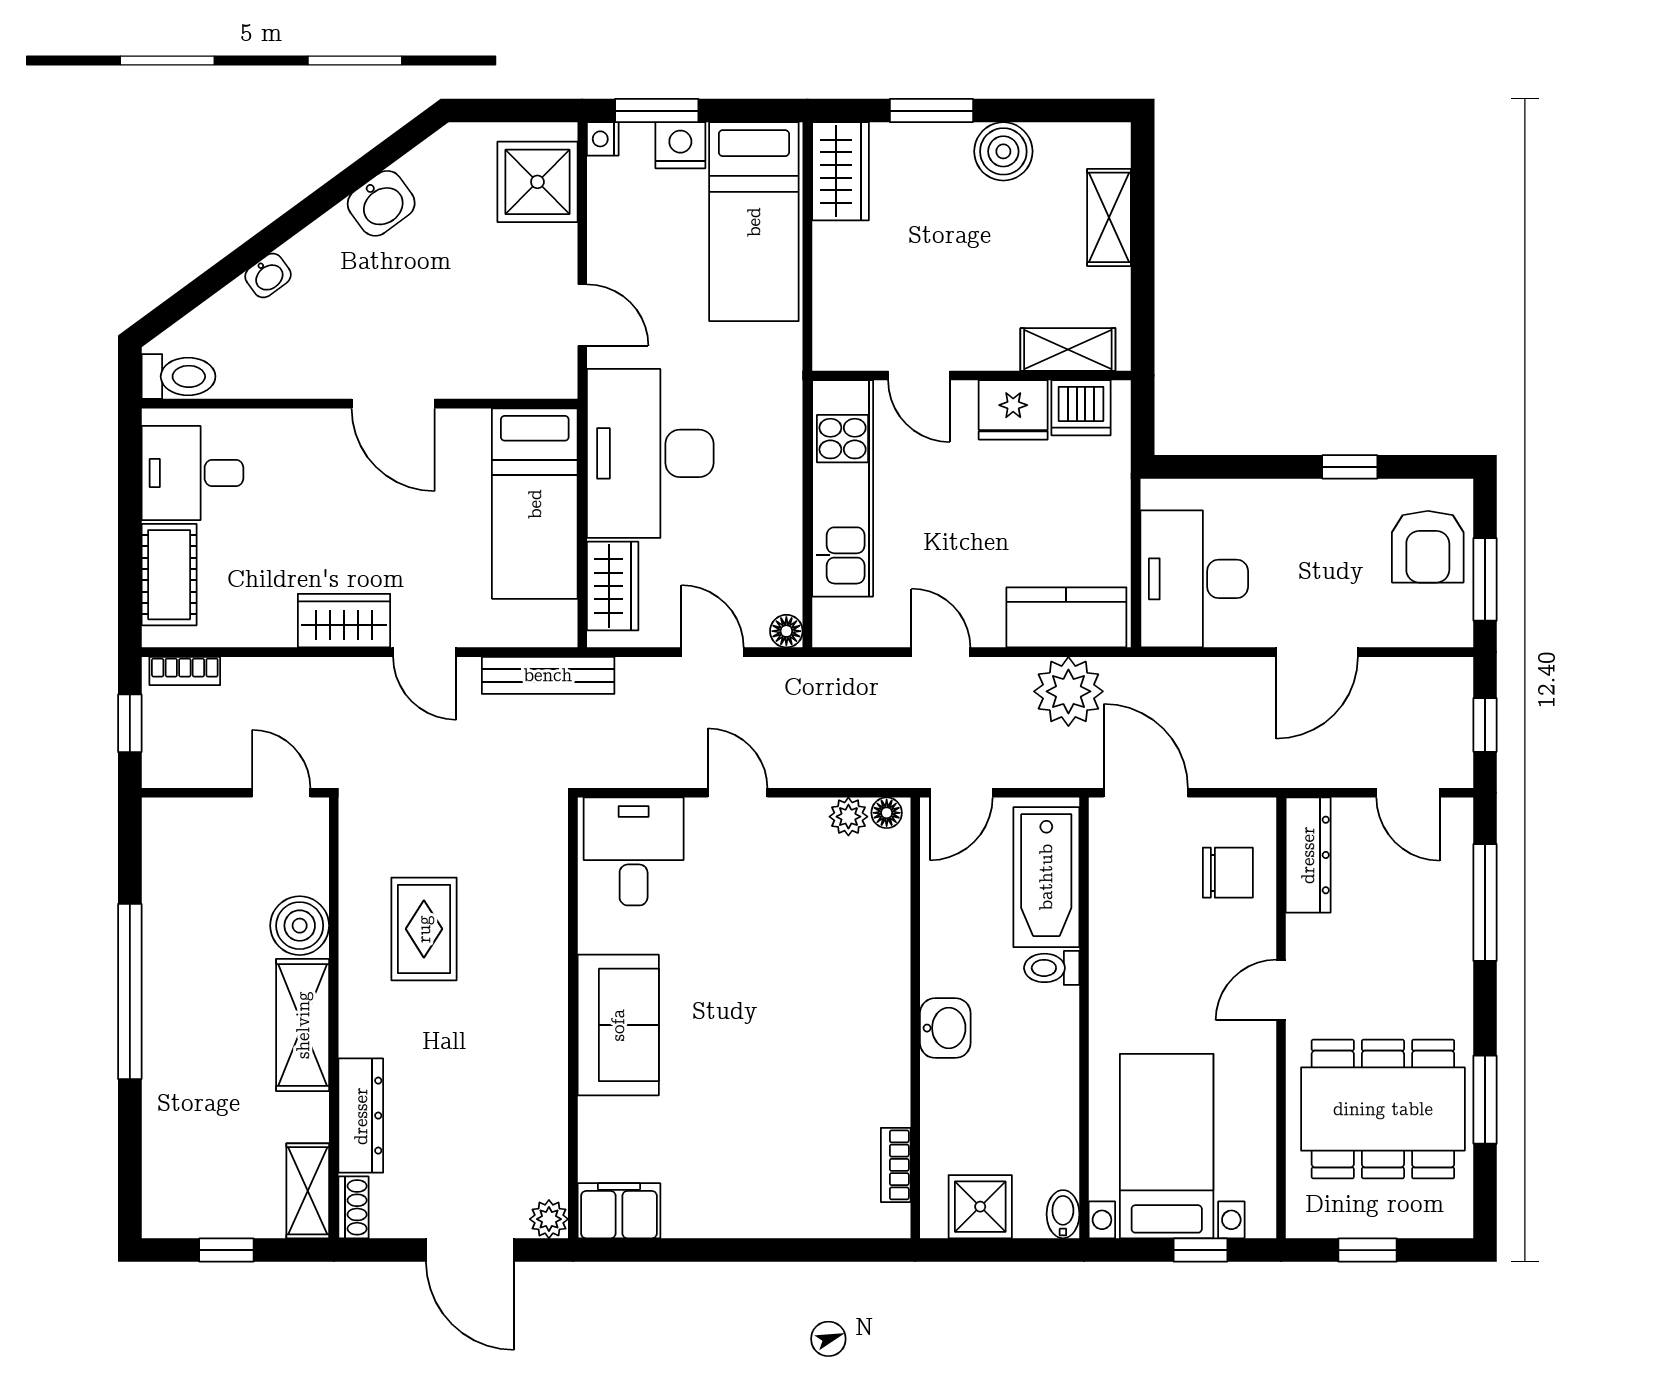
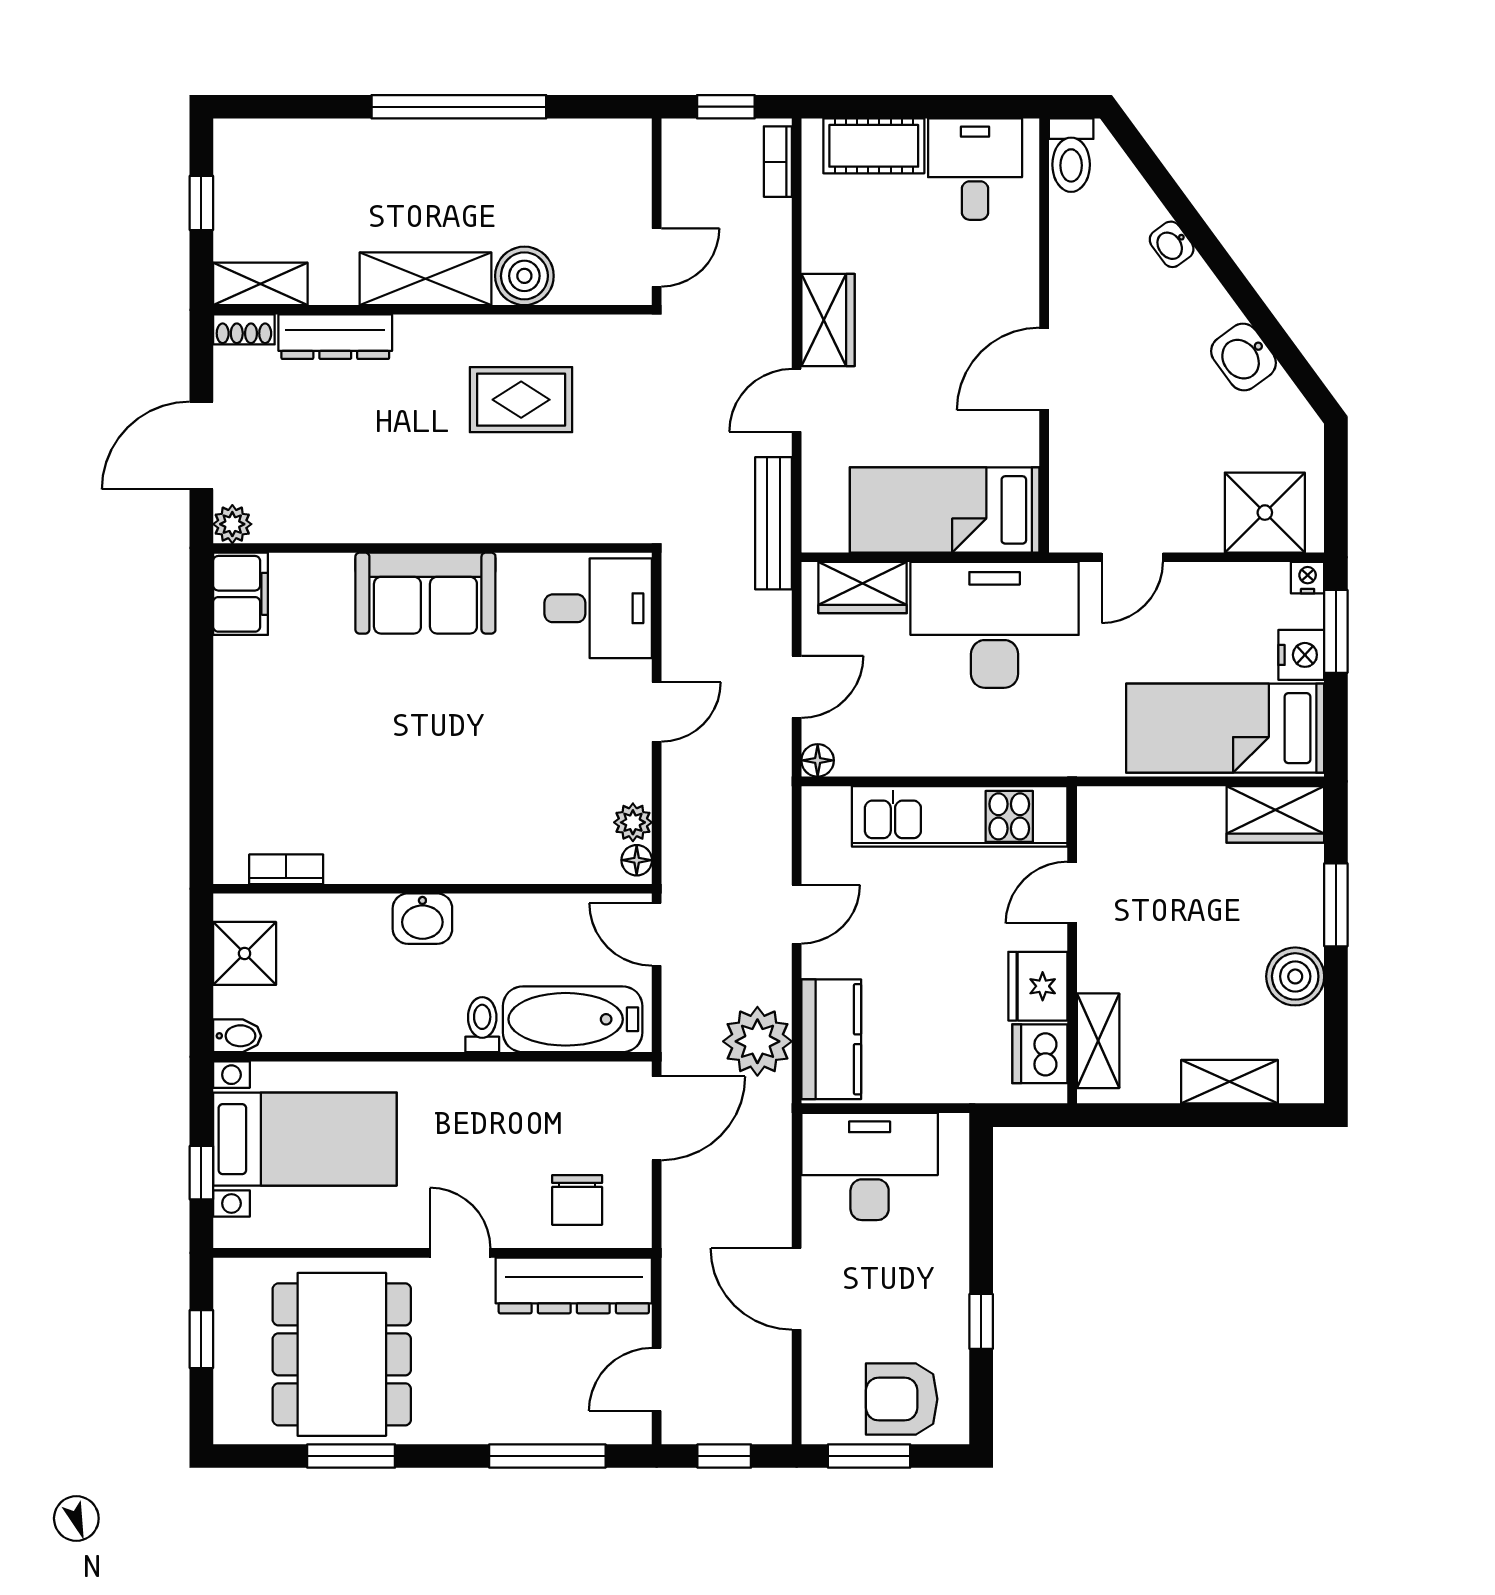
dresser: (1308, 855) -> (574, 1285), width x1.37, depth x1.24

